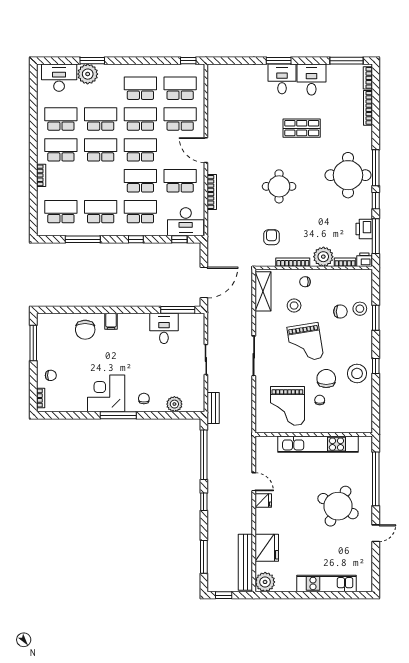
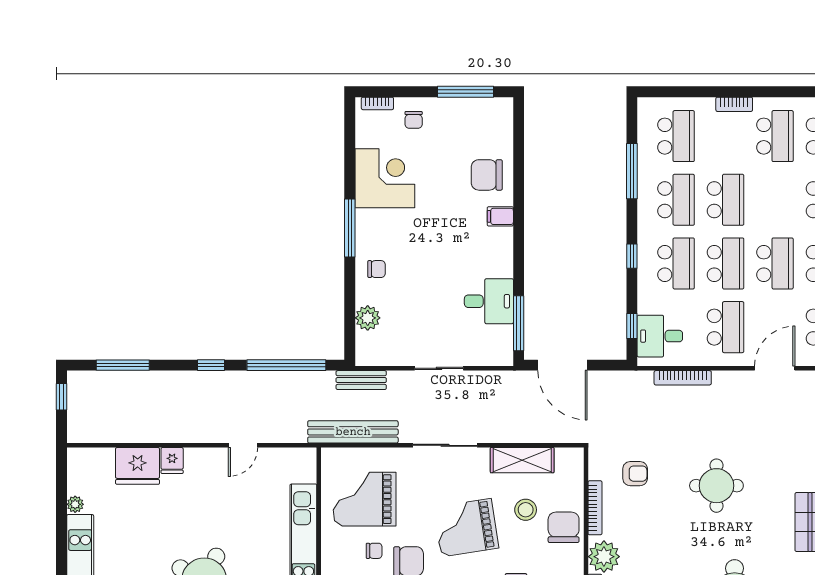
school desk: (101, 150) -> (726, 200), moved
bookcase: (212, 192) -> (683, 378), moved
desk: (186, 222) -> (660, 336), width x0.73
chair: (305, 282) -> (564, 527), width x1.87, depth x1.87
shelving: (263, 291) -> (522, 460), moved
corner desk: (106, 393) -> (385, 178), moved
fridge: (263, 500) -> (172, 460), moved
bench: (245, 562) -> (353, 432), moved
plant: (265, 582) -> (75, 504), moved, width x0.53, depth x0.53

